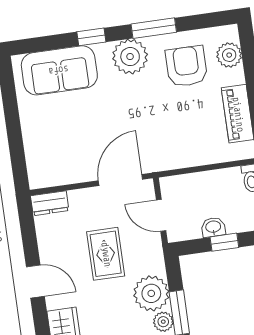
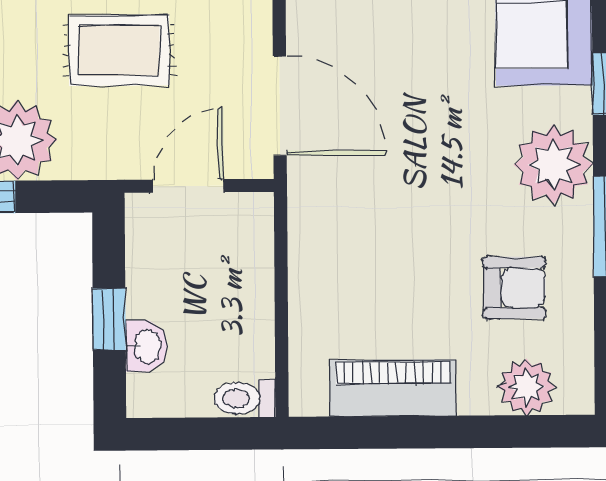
armchair: (186, 66) -> (514, 288), width x0.72, depth x0.72
washbasin: (213, 227) -> (146, 346), moved

